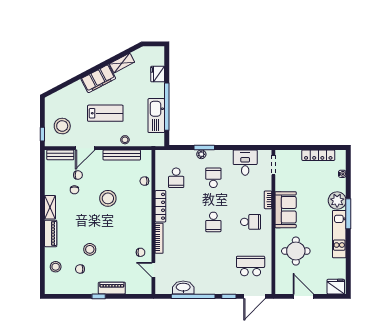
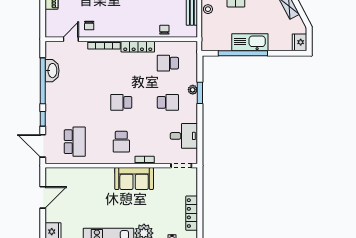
fridge: (158, 74) -> (299, 42), moved, turned -90
kitchen sink: (156, 116) -> (250, 42), moved
round table: (296, 251) -> (91, 189), removed

